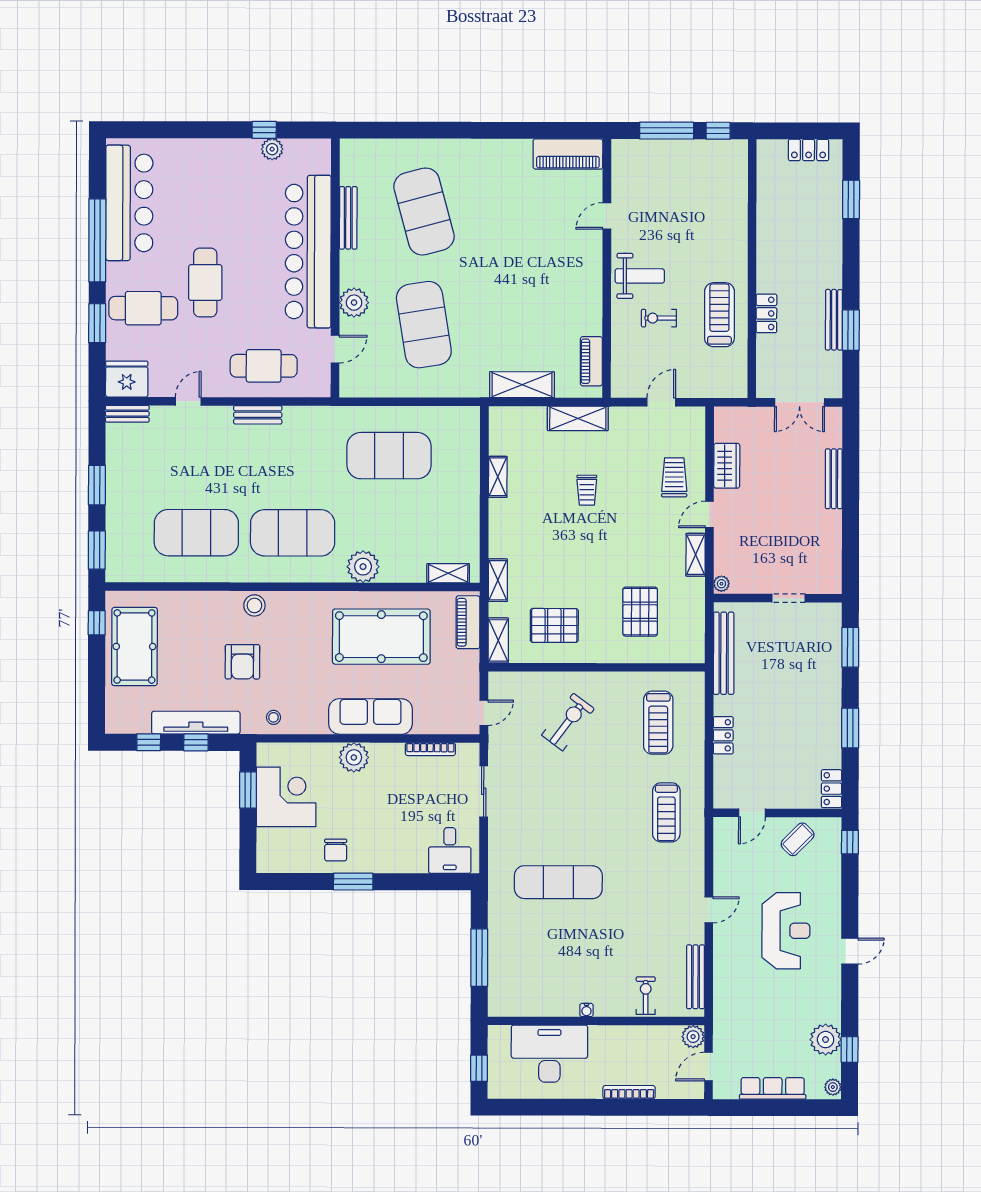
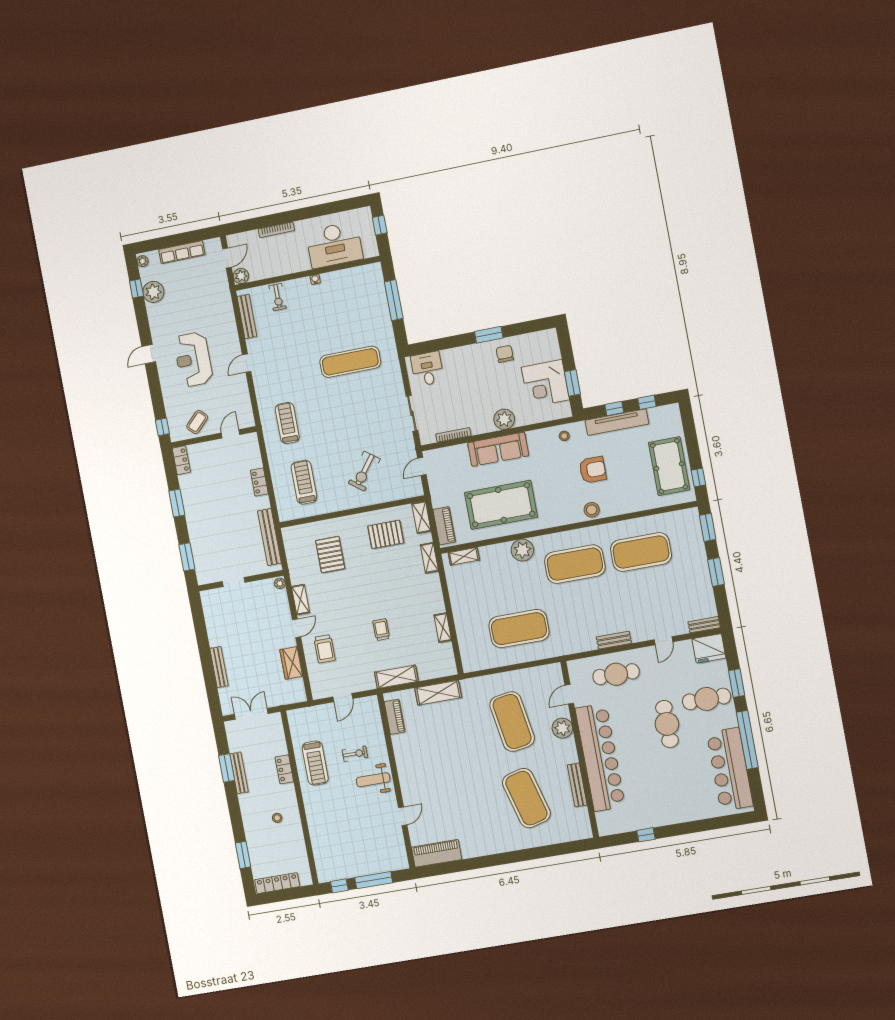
plant: (272, 149) -> (638, 823), removed
locker: (809, 150) -> (277, 883), width x1.53
stool: (790, 245) -> (277, 818), added
armchair: (242, 662) -> (593, 470), turned 90

